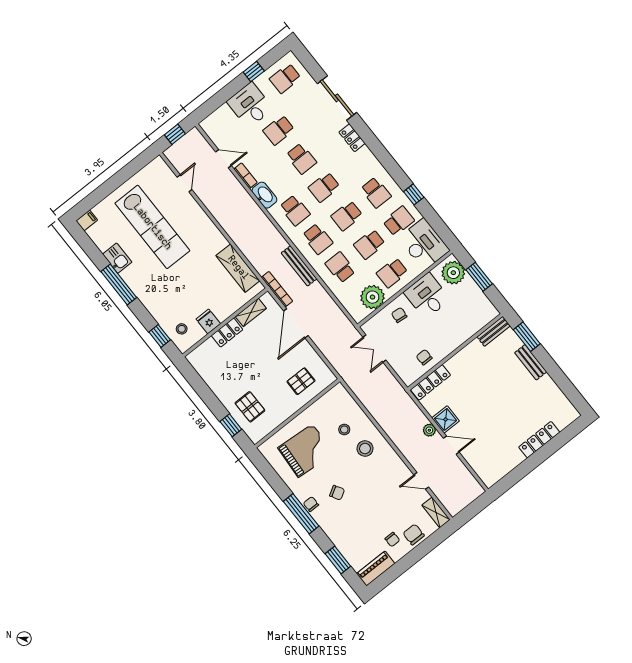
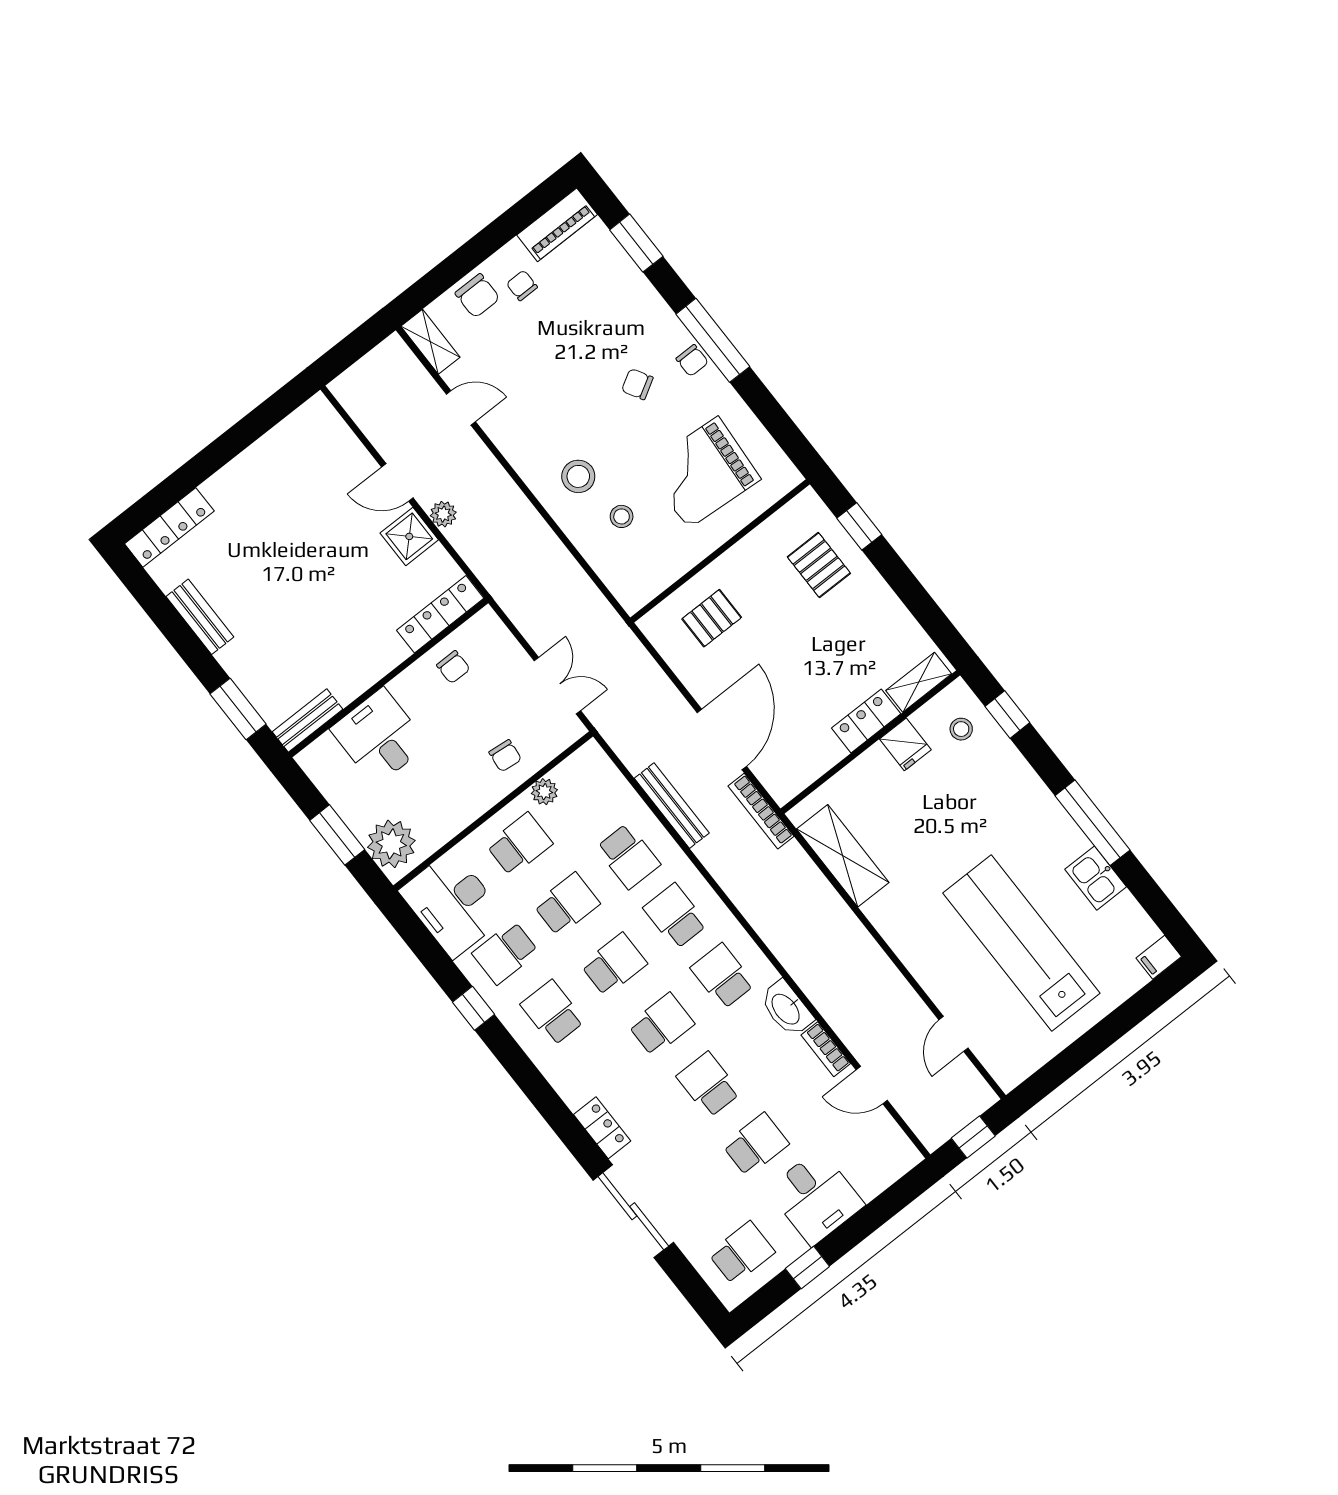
bench: (299, 266) -> (672, 806), moved
desk: (427, 296) -> (379, 737), moved, turned 180
plant: (372, 297) -> (544, 792), width x0.53, depth x0.53
shelving: (251, 312) -> (919, 682), moved
bench: (531, 362) -> (200, 617), moved
locker: (539, 440) -> (169, 527), moved

